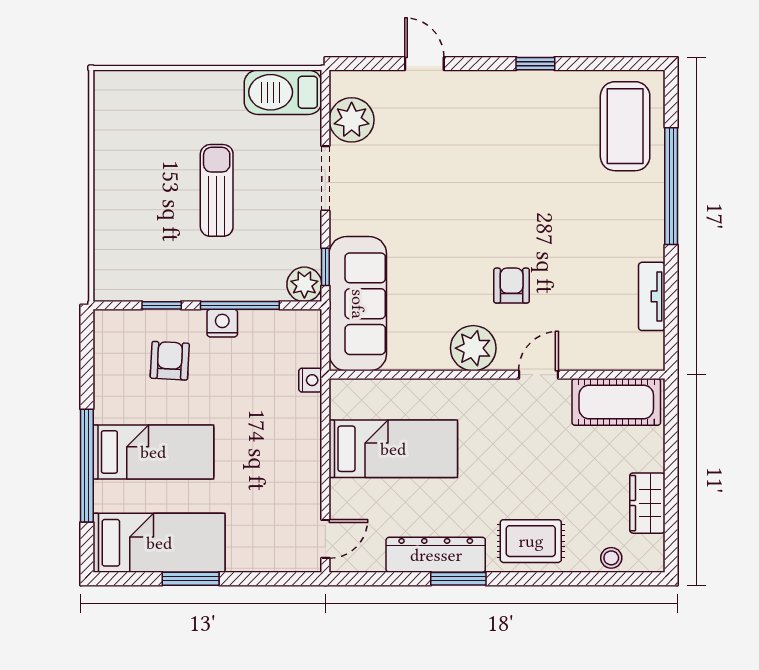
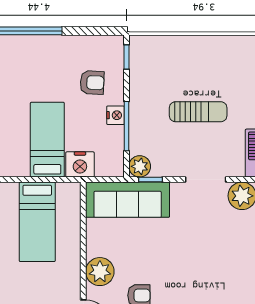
window: (162, 305) -> (126, 57), moved
nightstand: (310, 380) -> (80, 164), width x1.89, depth x1.79
bed: (153, 452) -> (47, 140), moved, turned 180

